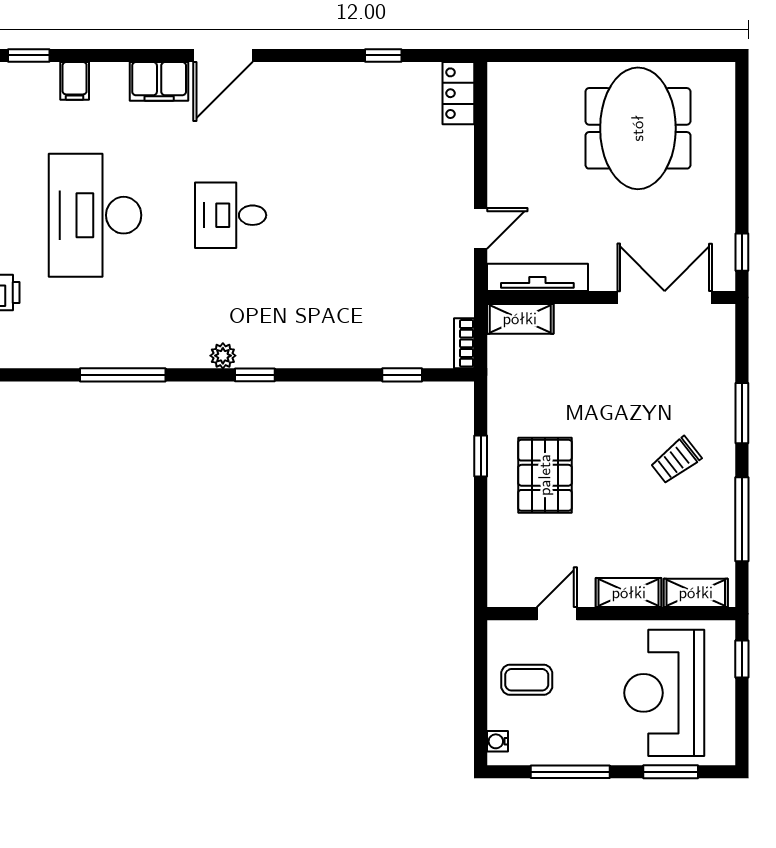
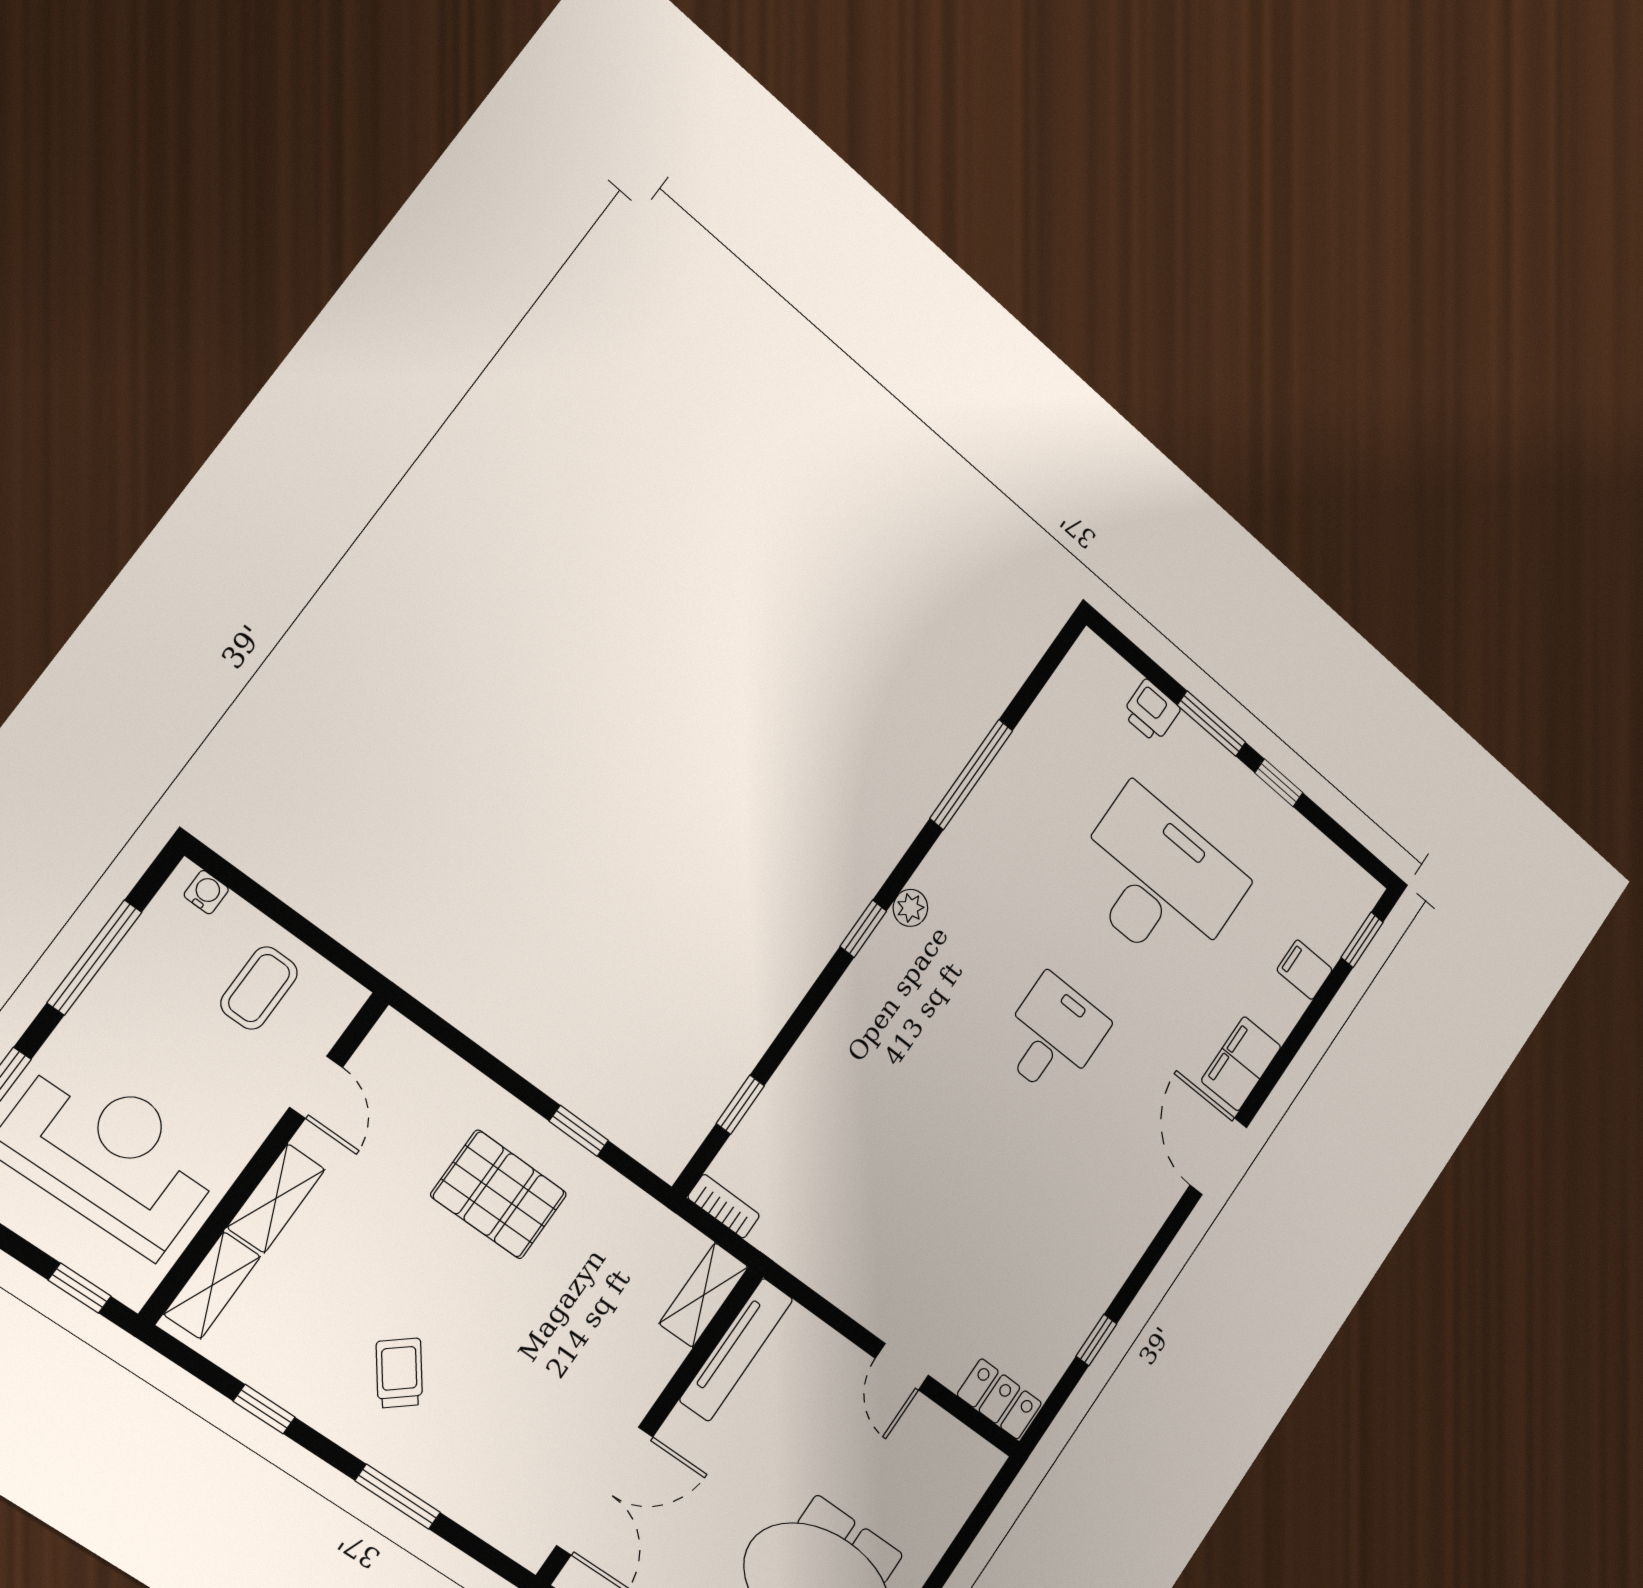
door: (481, 228) -> (902, 1367), moved
window: (742, 519) -> (264, 1409), width x0.46

